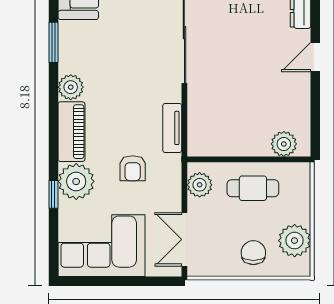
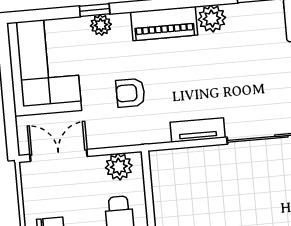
tv unit: (172, 128) -> (198, 130), moved
plant: (76, 181) -> (101, 25), width x0.53, depth x0.53

